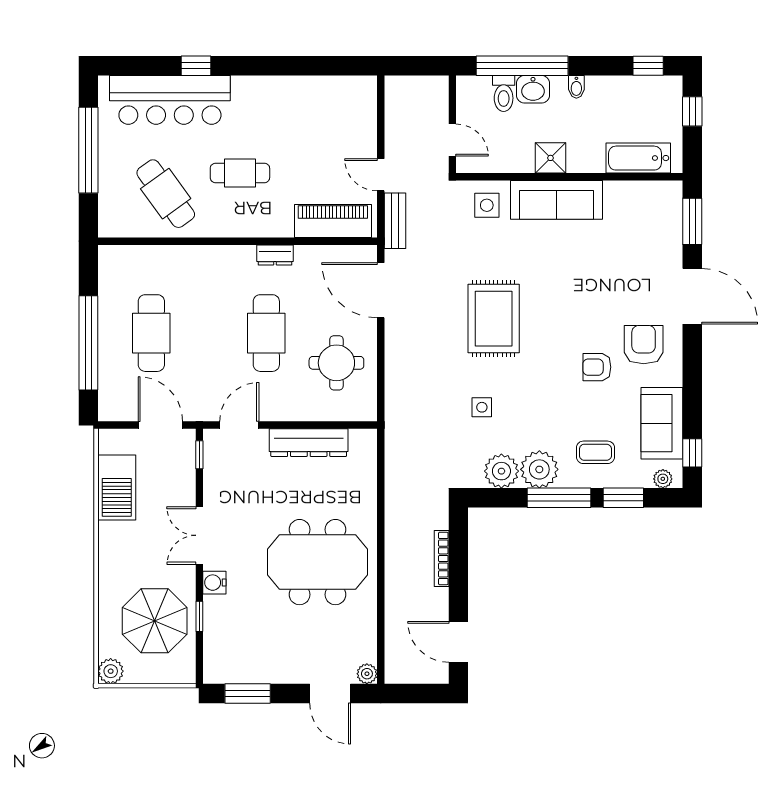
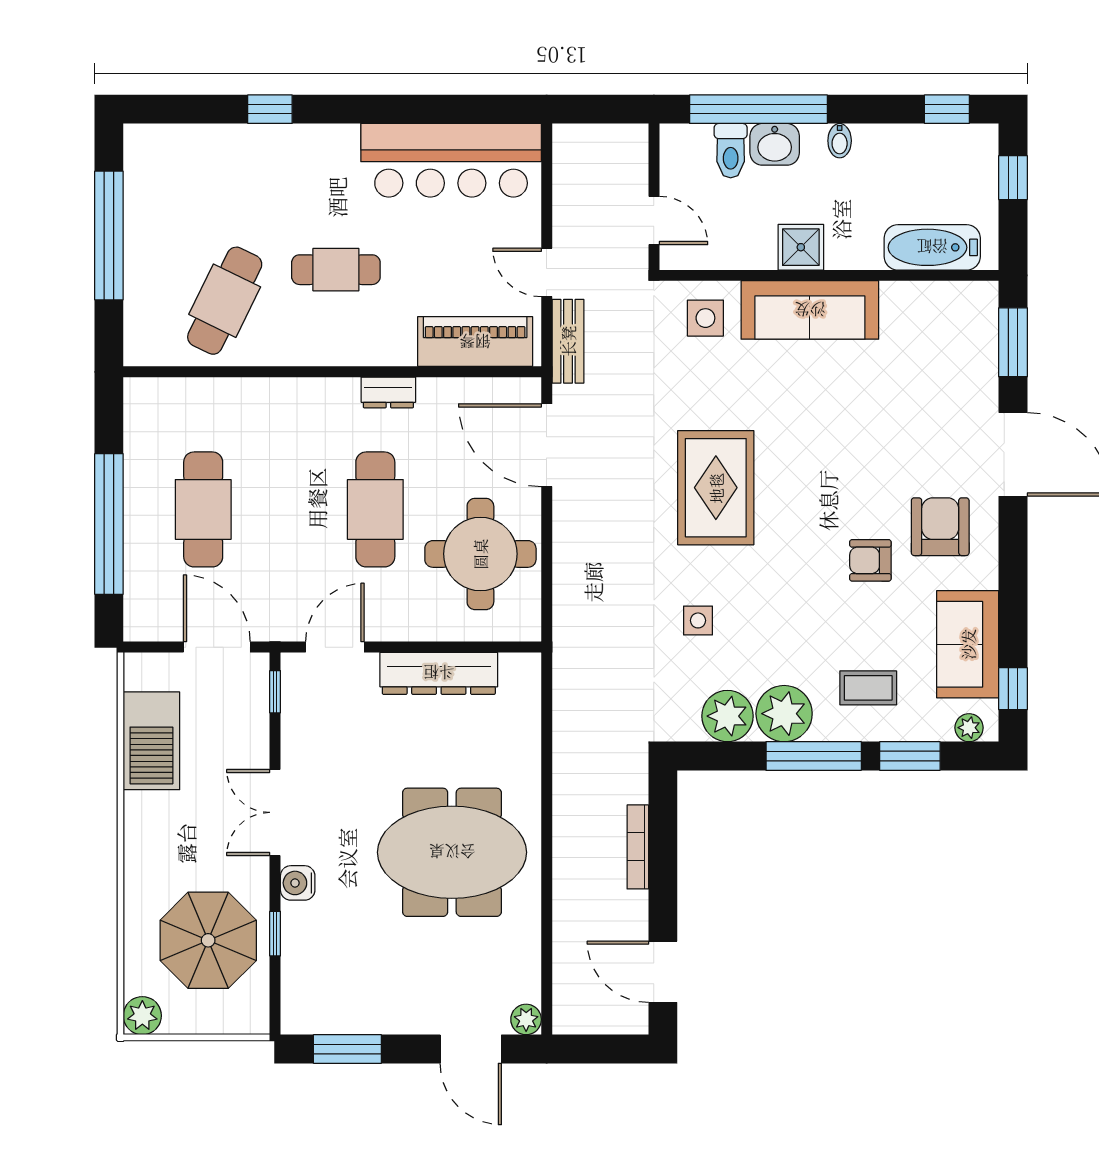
bar counter: (170, 100) -> (451, 160), moved
cafe table: (166, 194) -> (225, 301), turned 62
round table: (336, 363) -> (480, 554), width x1.36, depth x1.36

